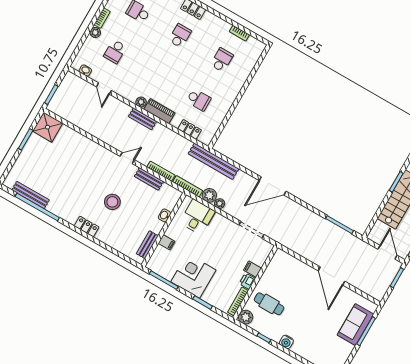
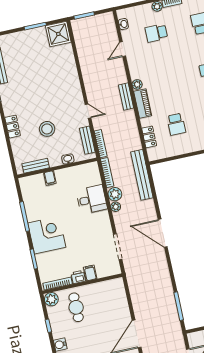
washbasin: (165, 215) -> (68, 159), moved
wall: (164, 230) -> (57, 168), moved
filing cabinet: (167, 242) -> (50, 178), moved
bench: (147, 245) -> (36, 166), moved

